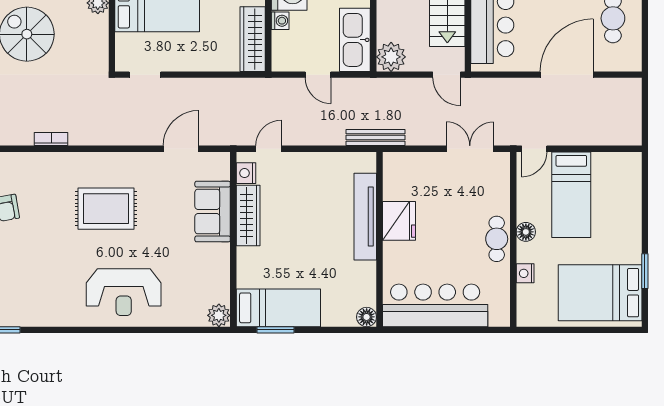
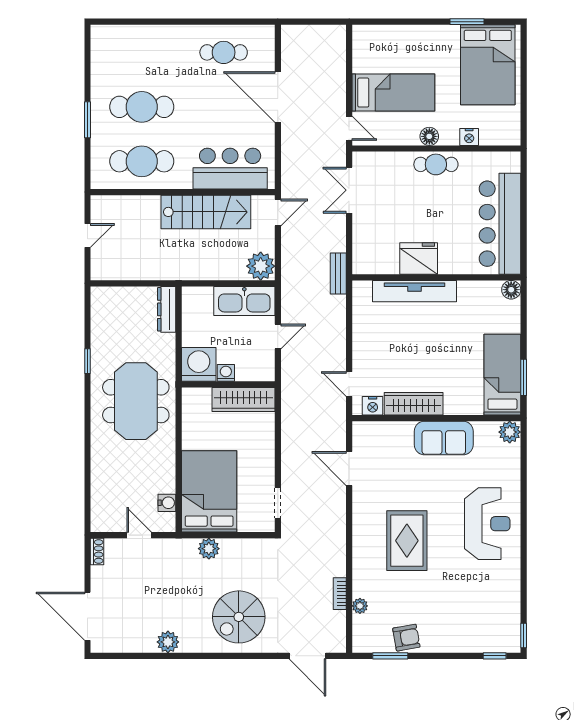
bench: (376, 137) -> (338, 274), width x0.73
plant: (38, 160) -> (360, 606), added
sofa: (213, 212) -> (444, 438), moved

